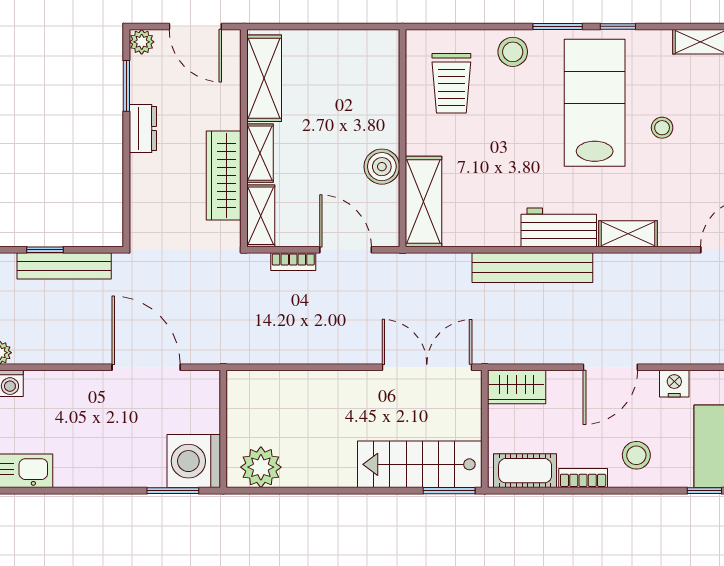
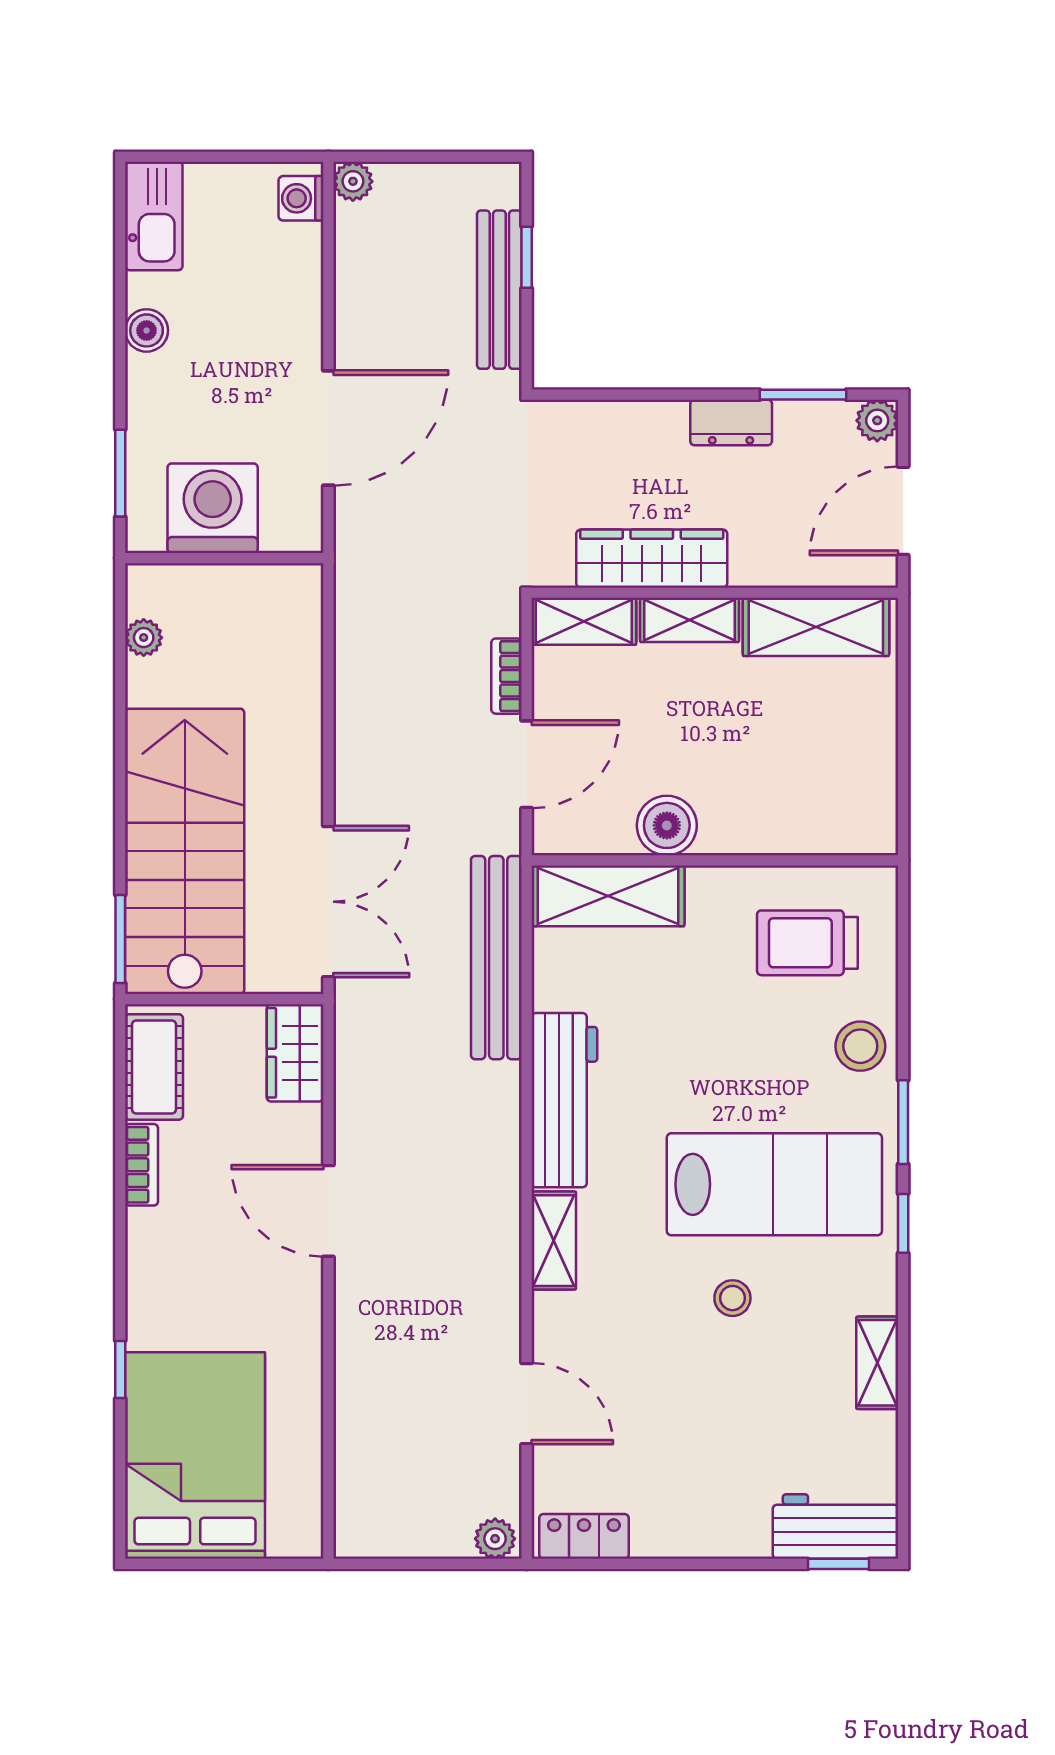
workbench: (559, 227) -> (564, 1100), width x1.38
bench: (532, 268) -> (496, 958), moved
nightstand: (674, 384) -> (301, 1319), removed
stool: (636, 455) -> (180, 1255), removed
washing machine: (194, 461) -> (213, 508), moved
stairs: (420, 464) -> (185, 851), width x1.36, depth x1.51
plant: (261, 467) -> (144, 638), width x0.53, depth x0.53
boiler: (88, 475) -> (147, 330), added

